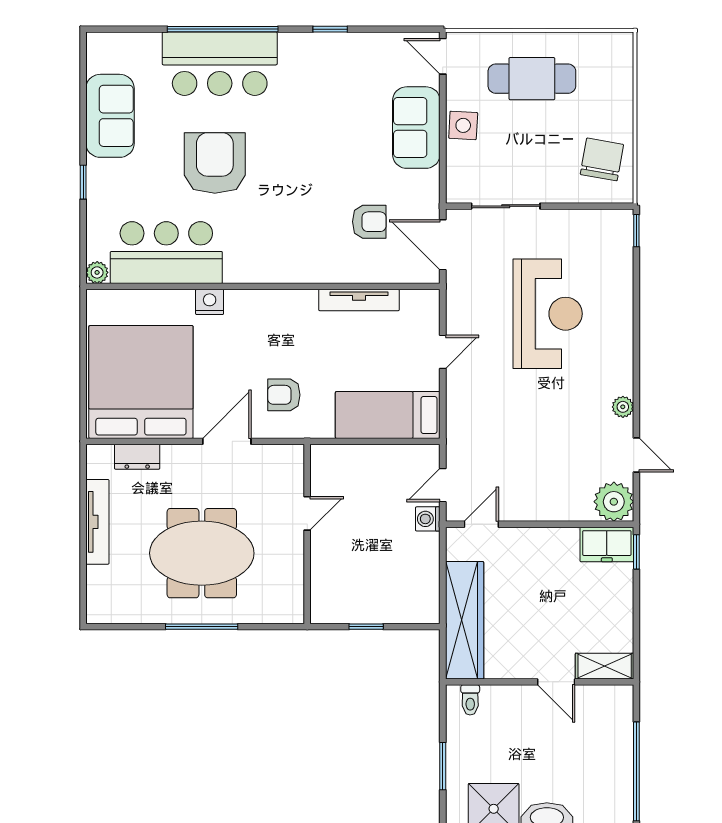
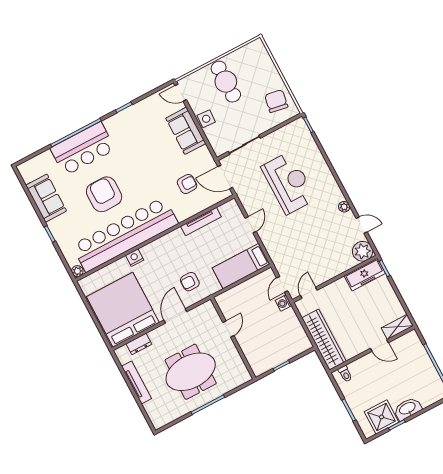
cafe table: (532, 79) -> (226, 82), turned 90
bar counter: (166, 253) -> (125, 234), width x1.86
freezer: (607, 544) -> (365, 275), width x1.40

